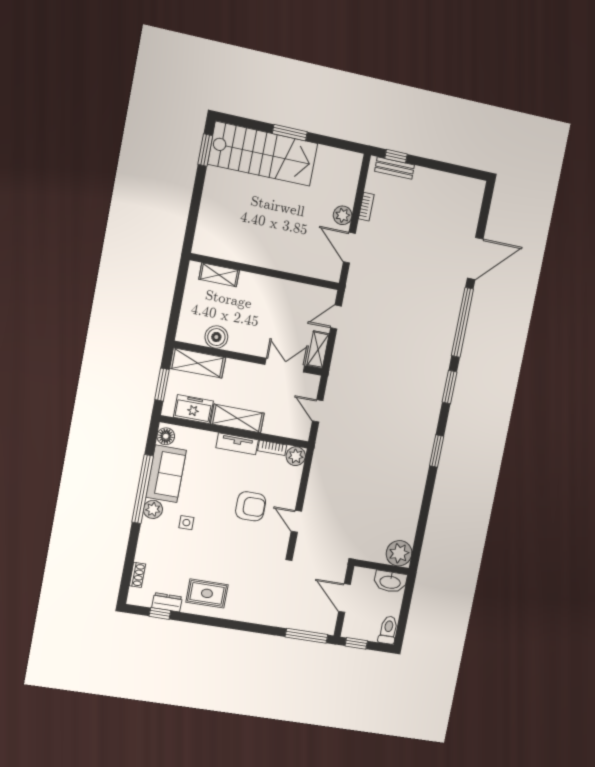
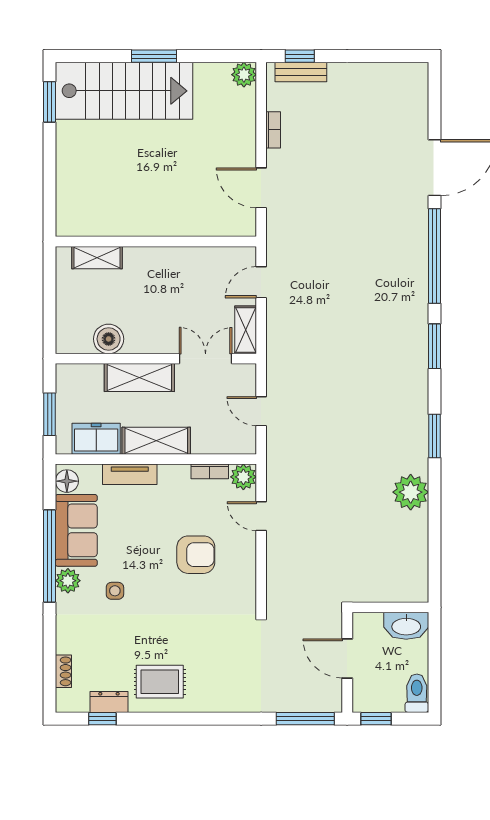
plant: (343, 215) -> (244, 75), moved
shelving: (198, 363) -> (139, 378), moved
tv unit: (237, 444) -> (130, 474), moved
door: (296, 521) -> (261, 516), moved
plant: (399, 553) -> (411, 492), moved

